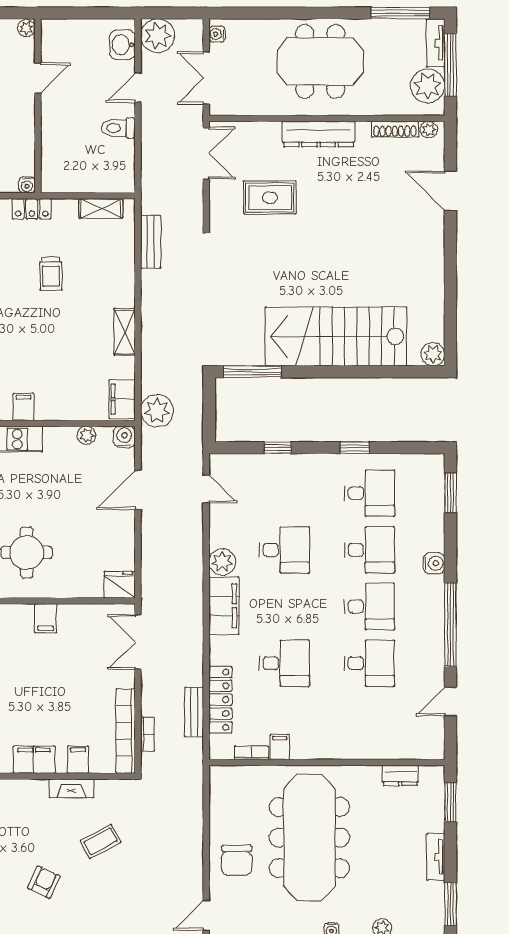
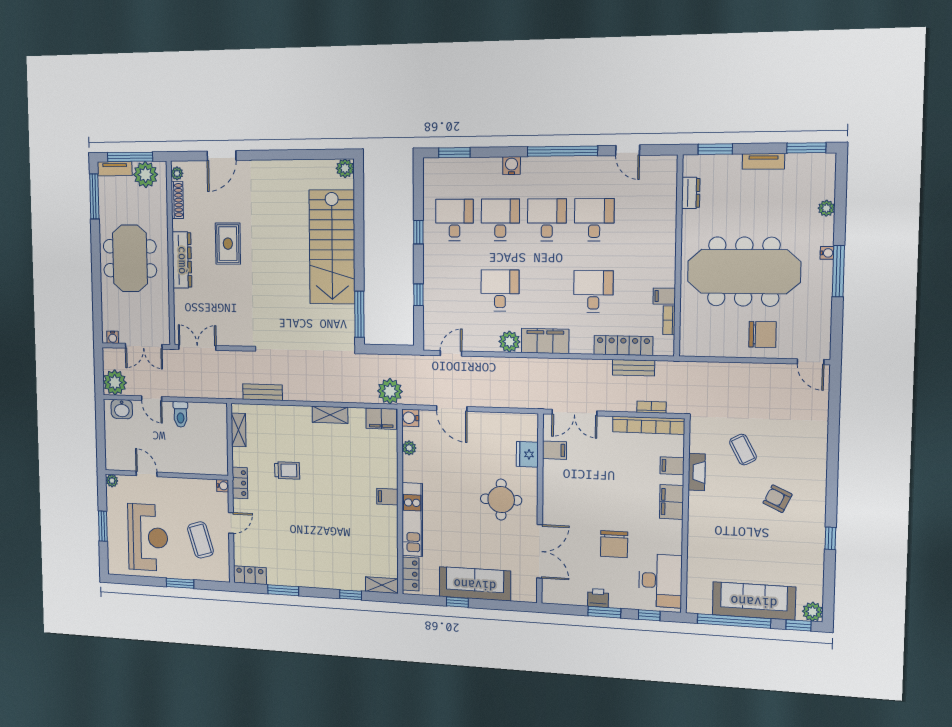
rug: (270, 198) -> (228, 244), moved
fridge: (120, 585) -> (527, 454), moved
filing cabinet: (45, 618) -> (554, 450), moved

